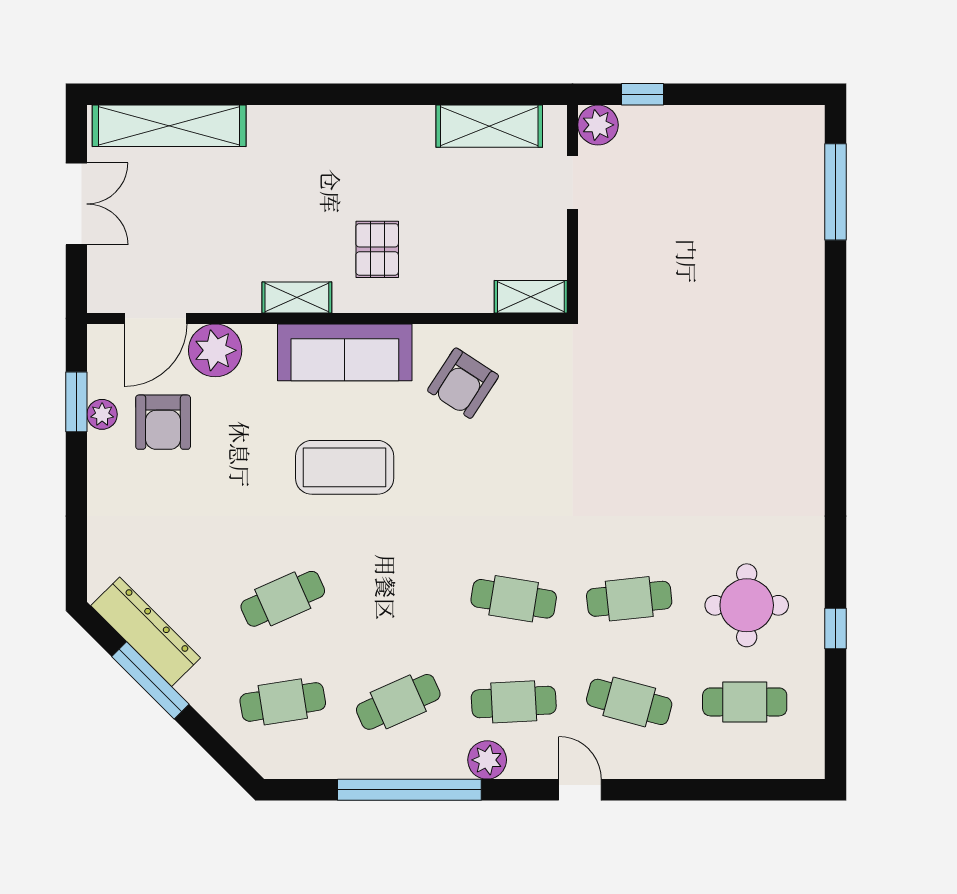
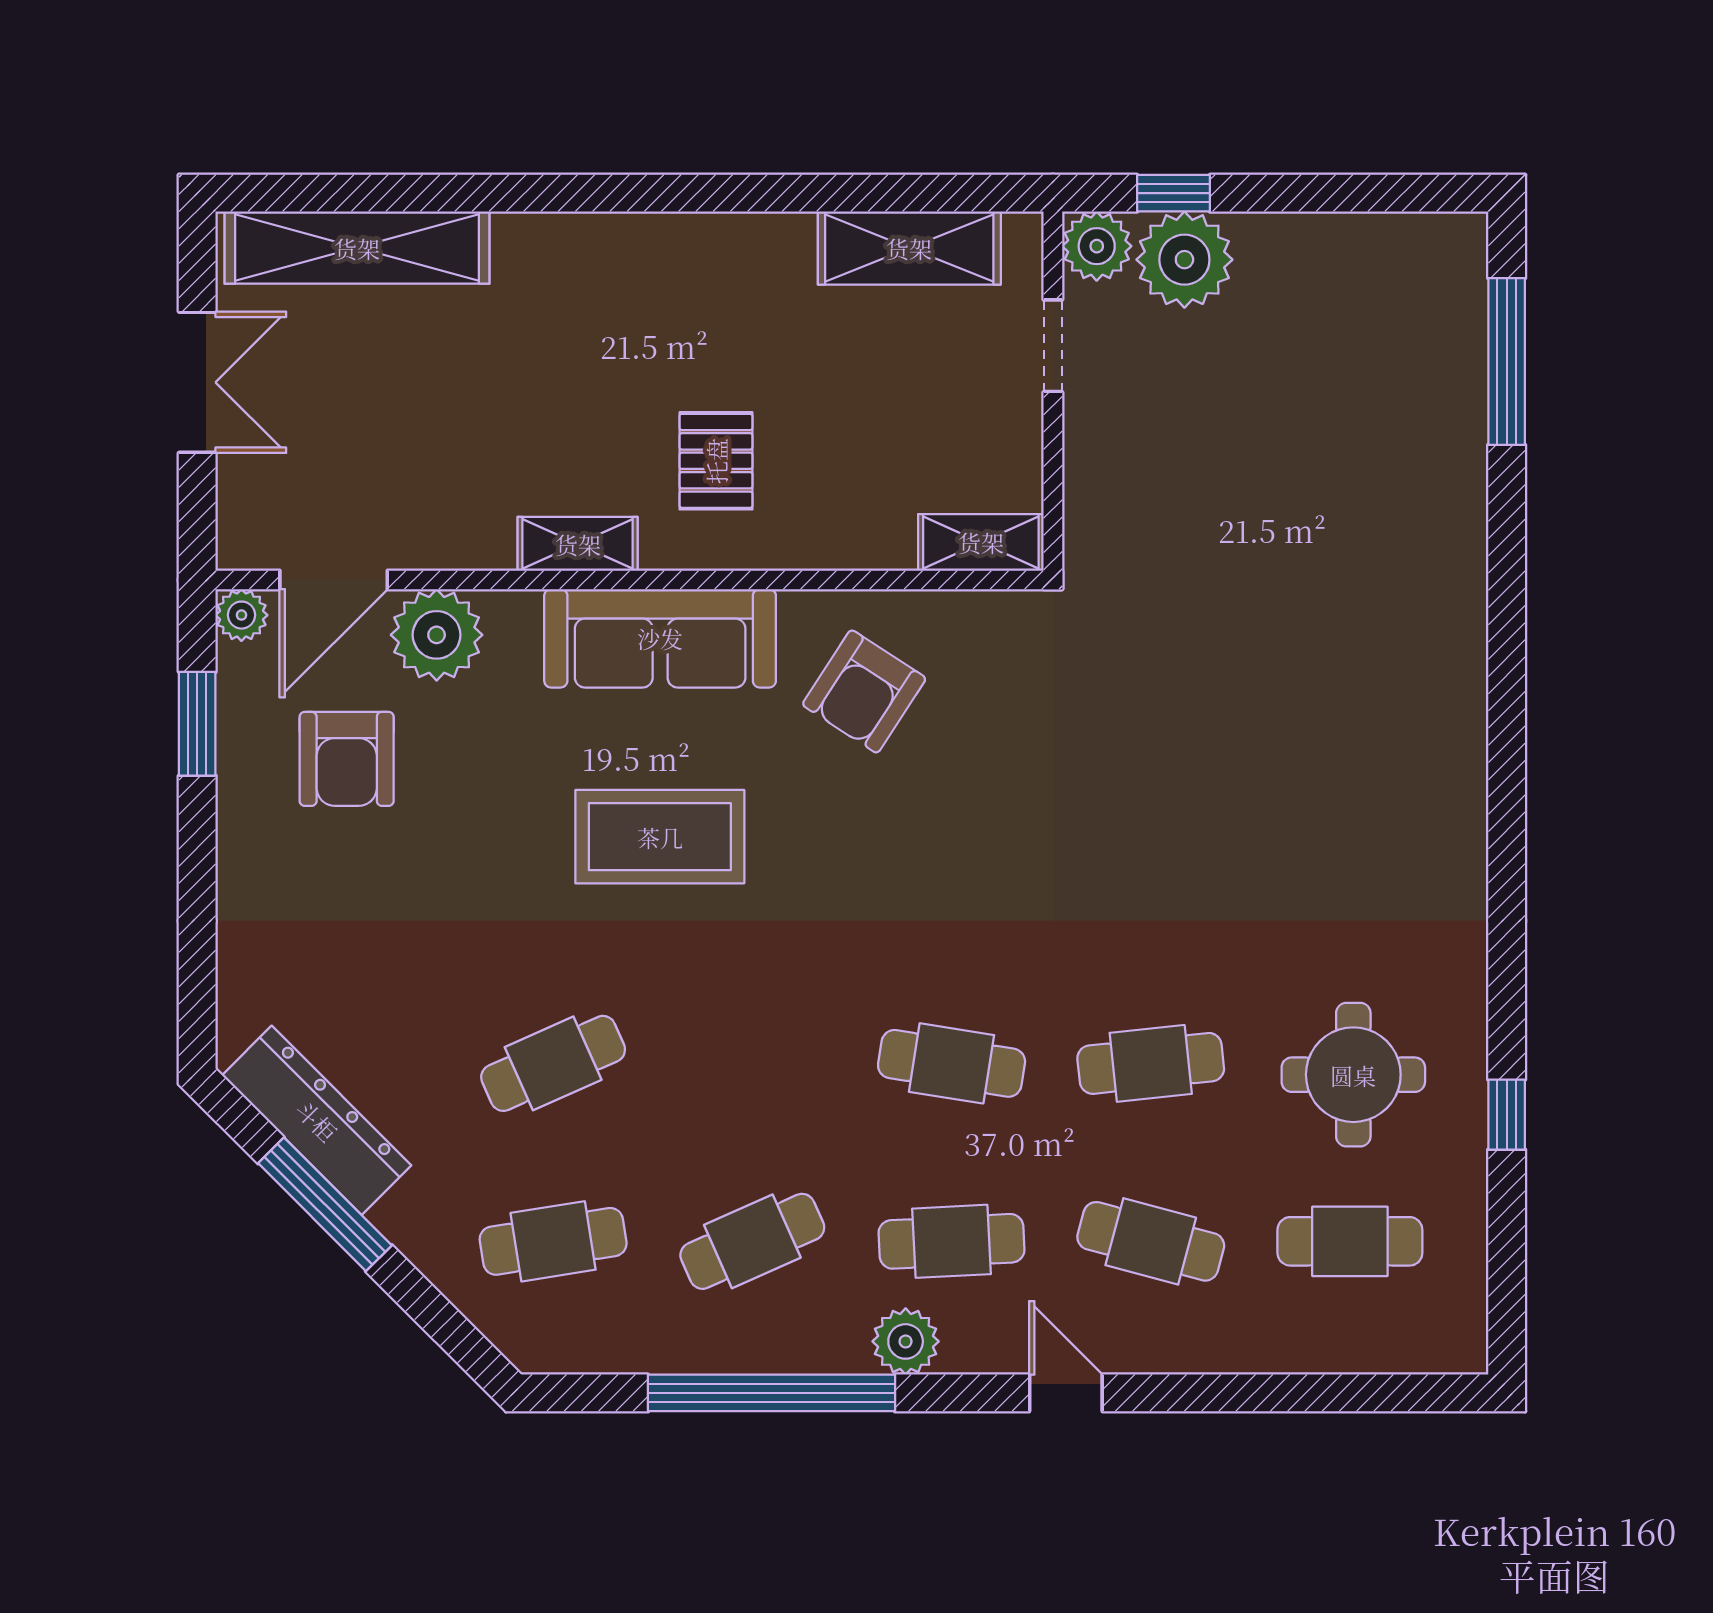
plant: (649, 133) -> (1184, 260), added
plant: (102, 414) -> (241, 615), moved

